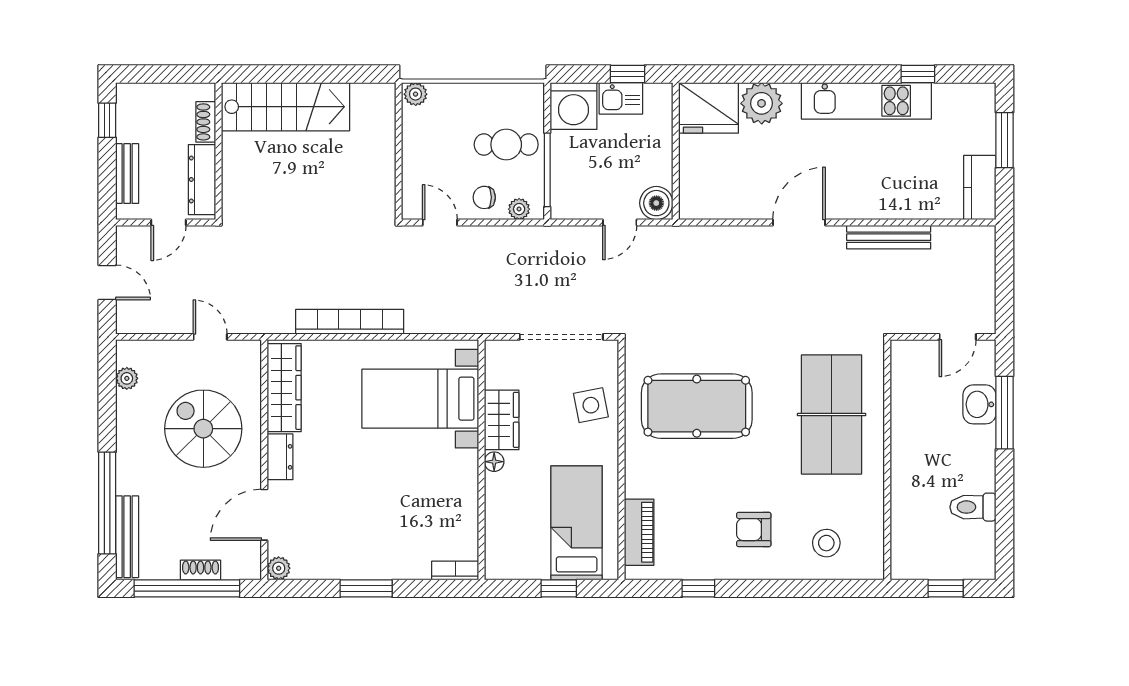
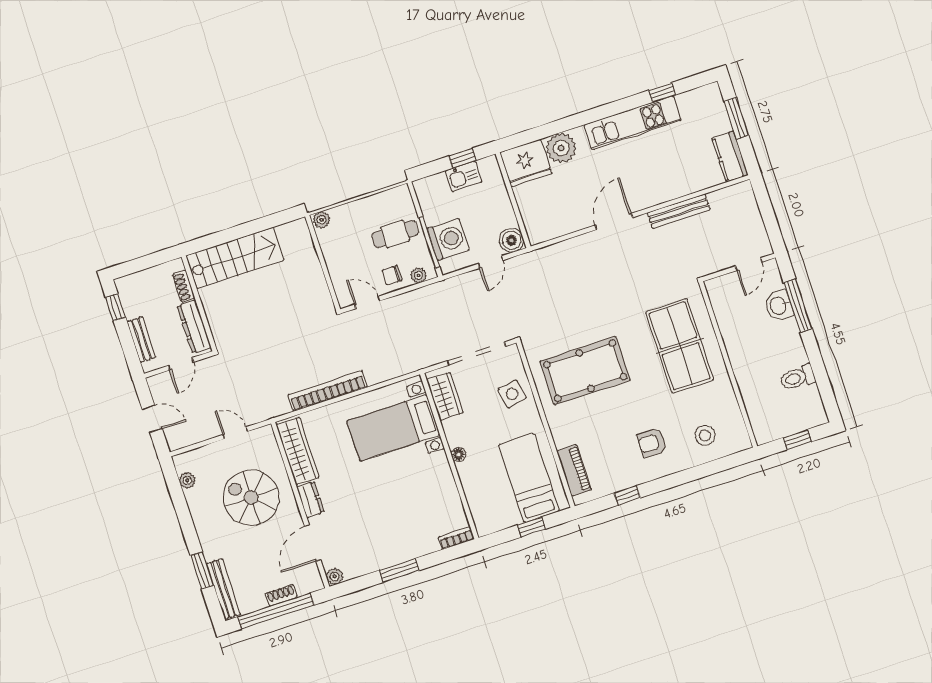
washing machine: (573, 106) -> (448, 239), moved, turned -90
wardrobe: (502, 420) -> (445, 396), moved
window: (107, 503) -> (202, 570), width x0.47

